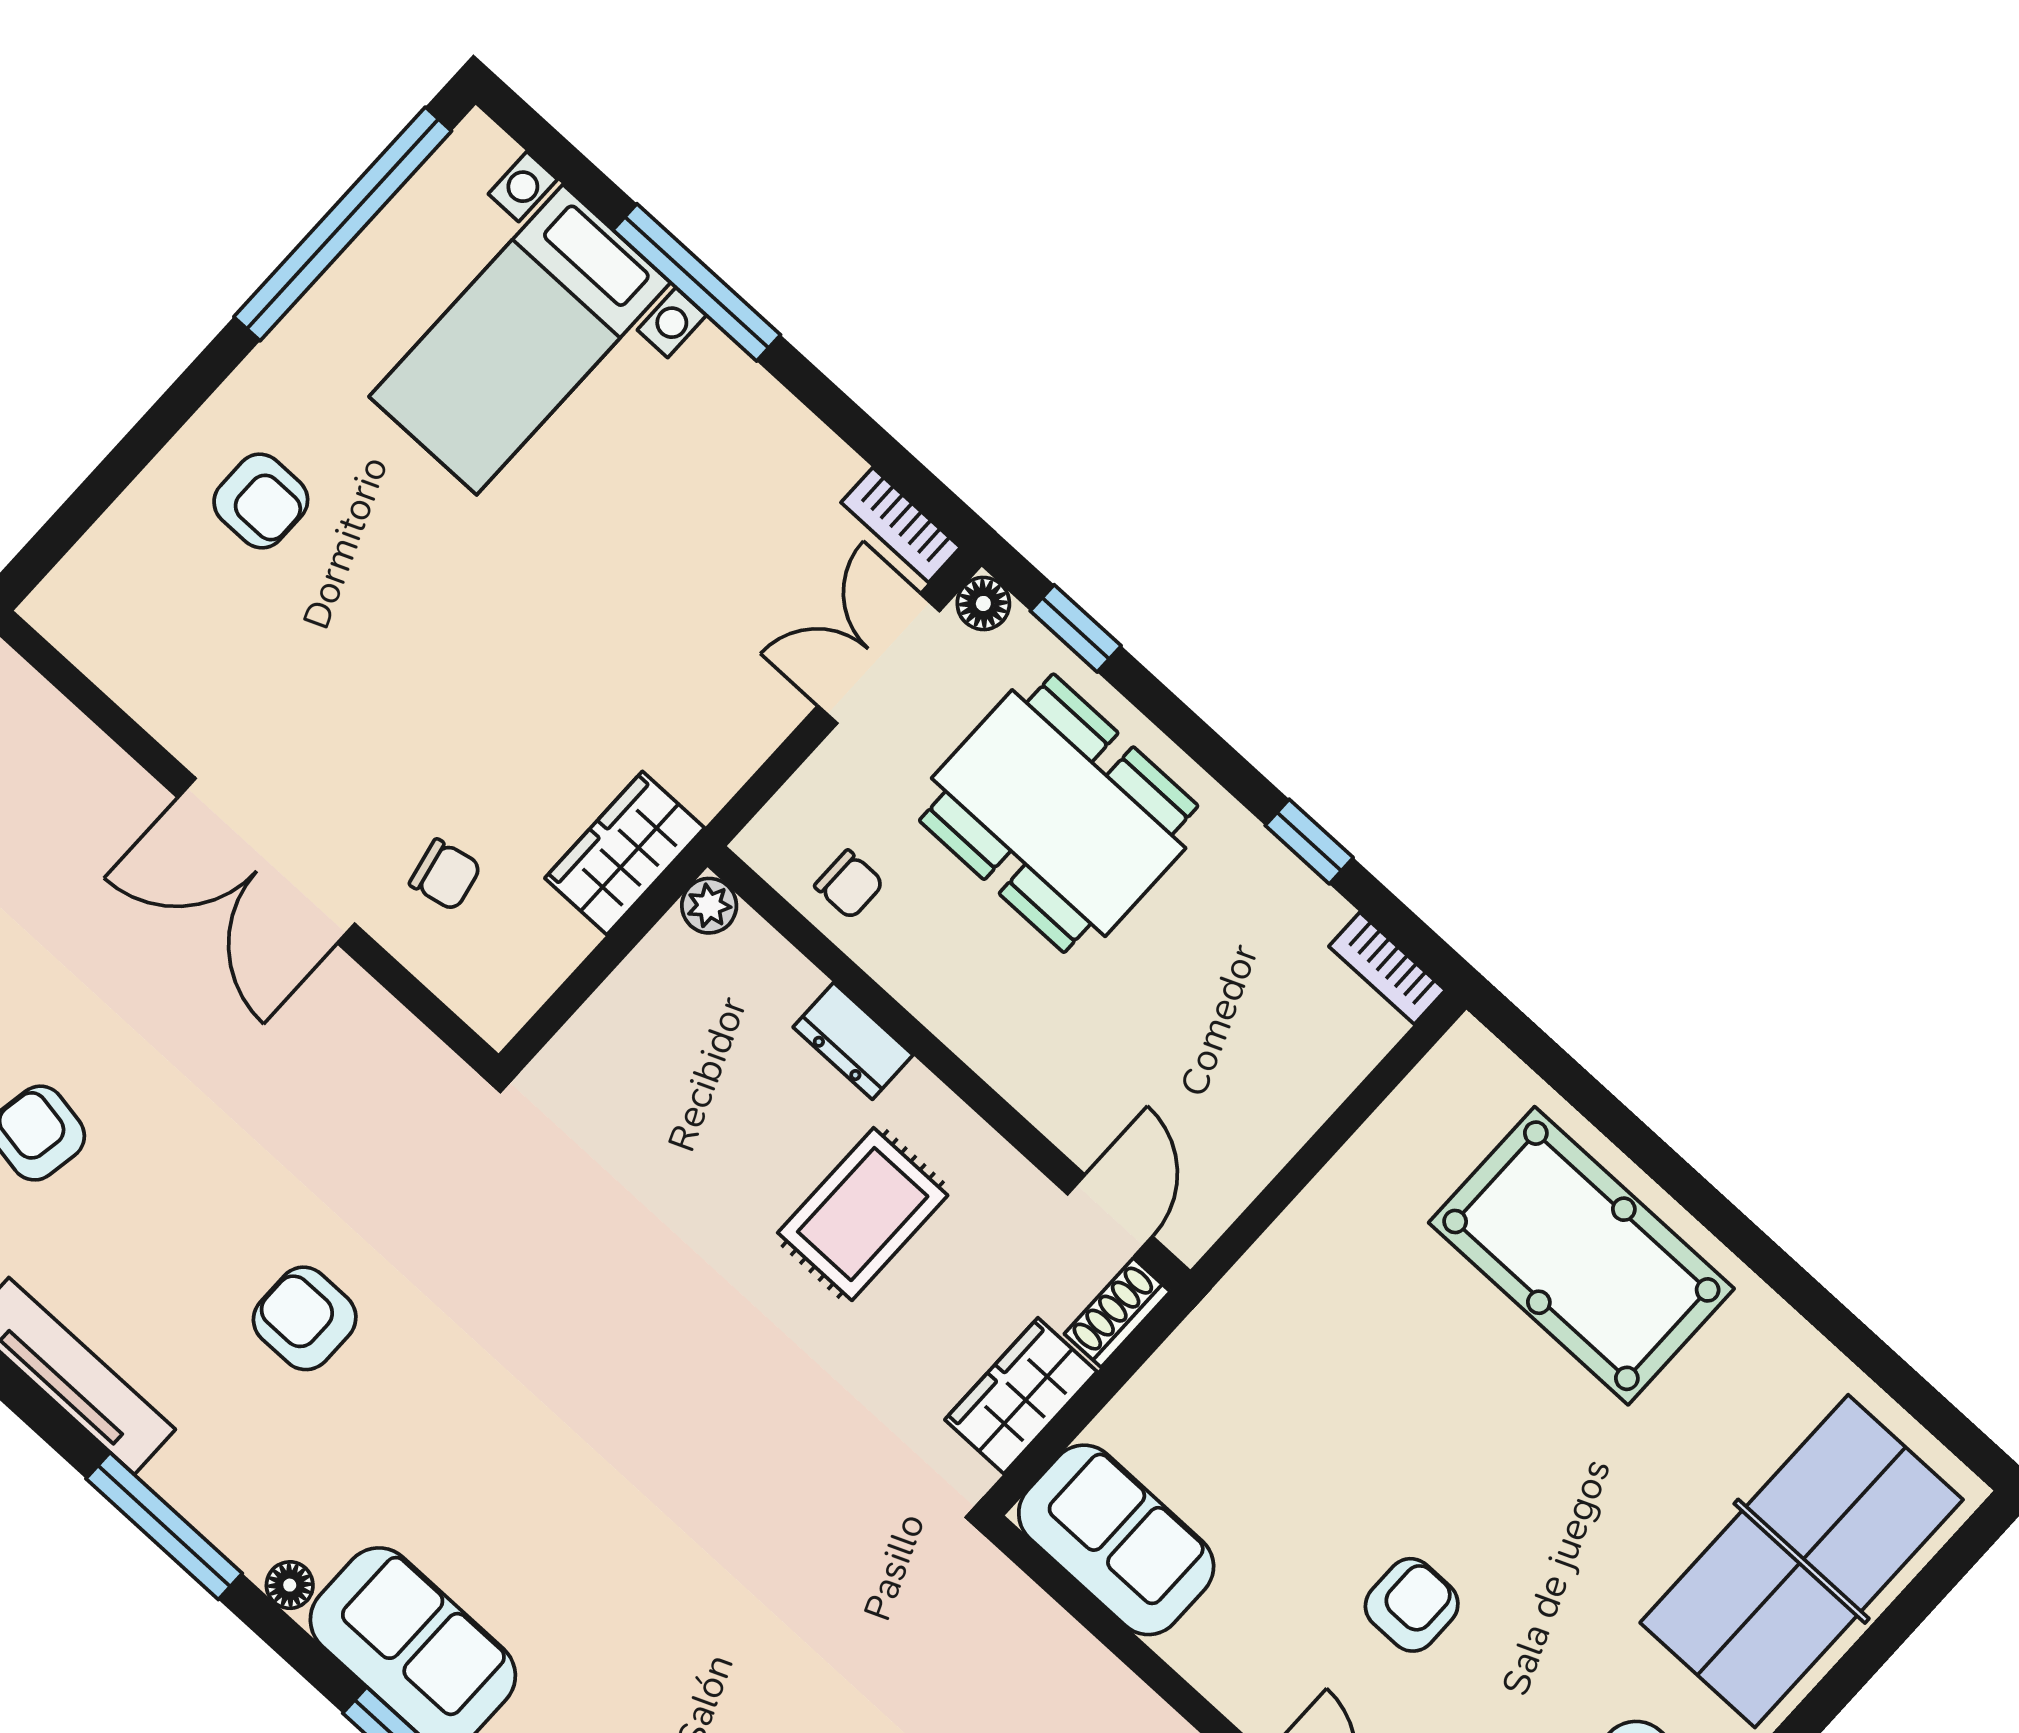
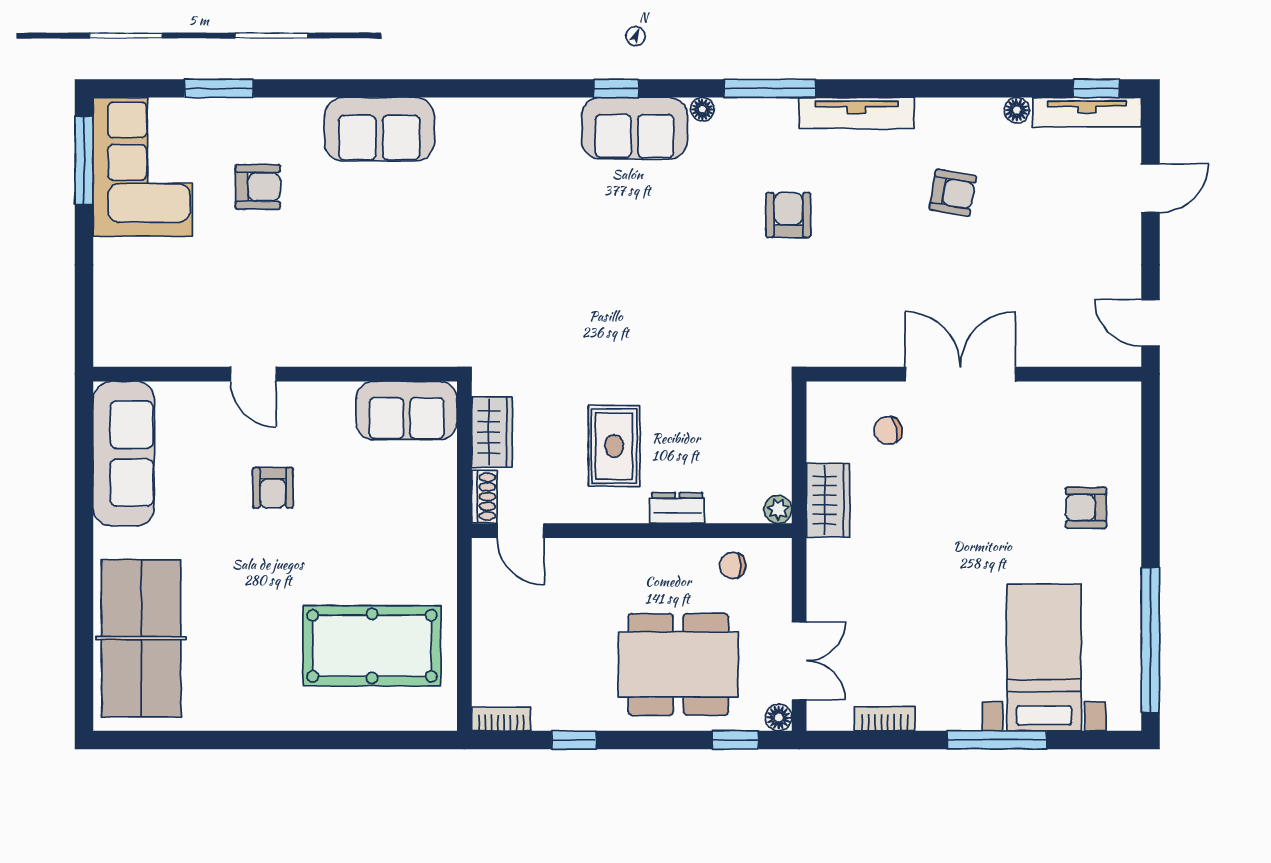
bookcase: (901, 525) -> (885, 719), moved
pool table: (1581, 1256) -> (372, 646), moved
armchair: (305, 1318) -> (788, 215), turned -90

